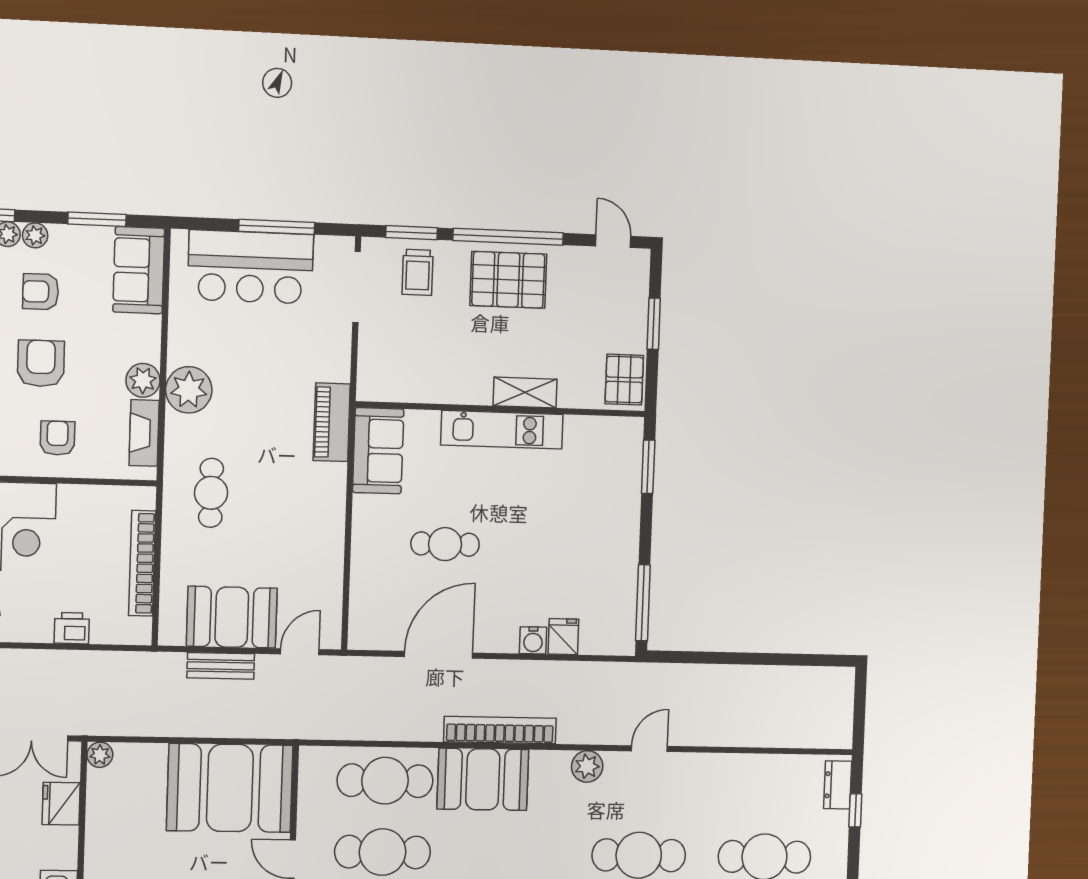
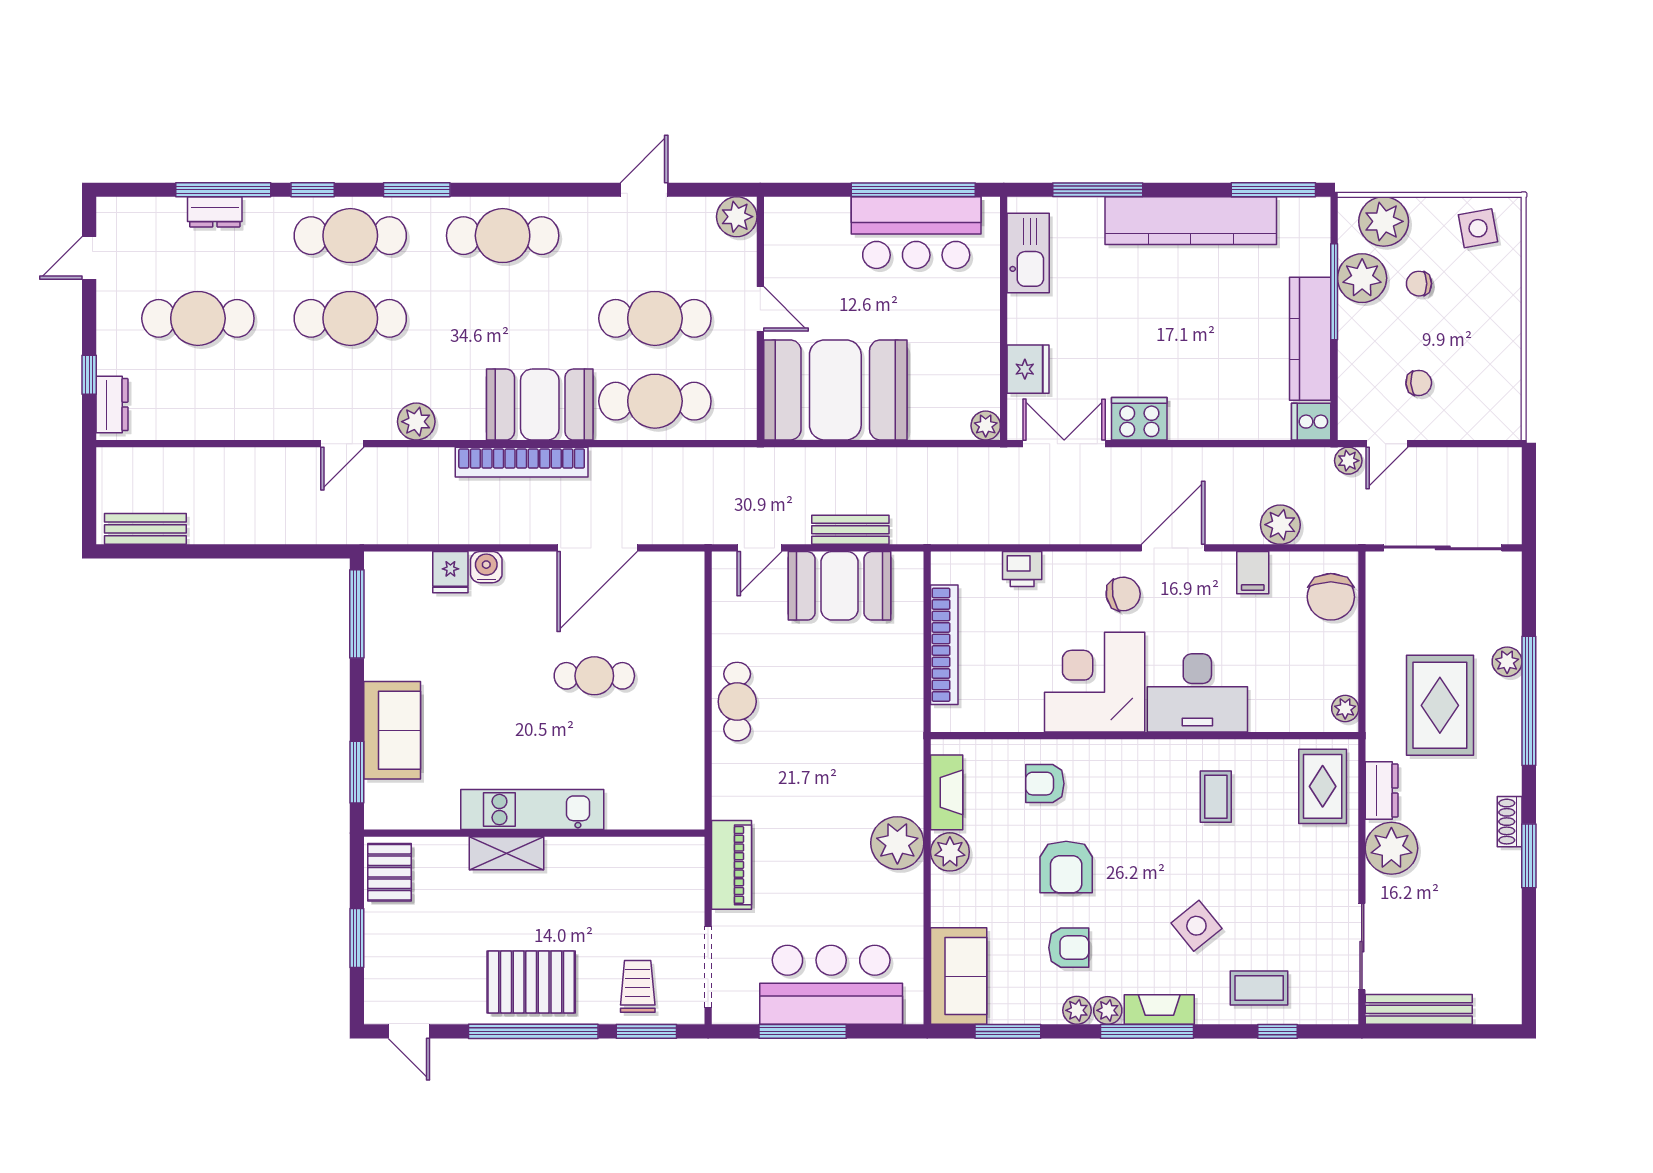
piano: (332, 422) -> (732, 865), moved
armchair: (57, 438) -> (1045, 784), turned 90
sofa: (378, 451) -> (392, 730), moved, turned 180
cafe table: (211, 493) -> (737, 702), moved
bench: (815, 679) -> (145, 529), added

